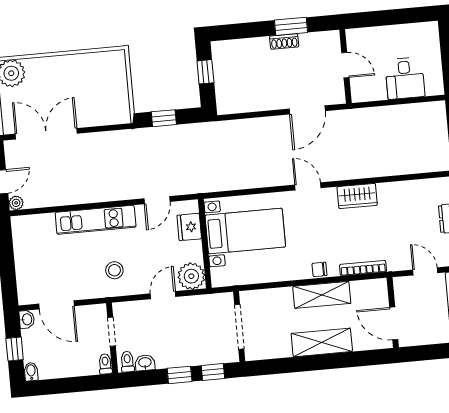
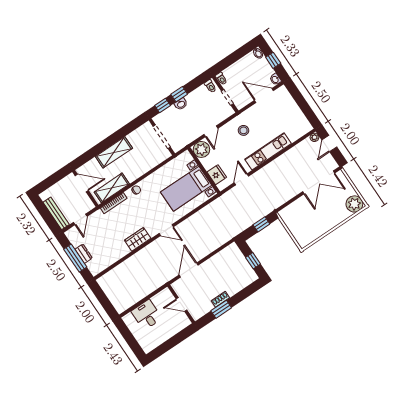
door: (425, 271) -> (80, 219), hinge flipped
shelving: (322, 295) -> (112, 188), moved
washbasin: (145, 363) -> (181, 104), moved

